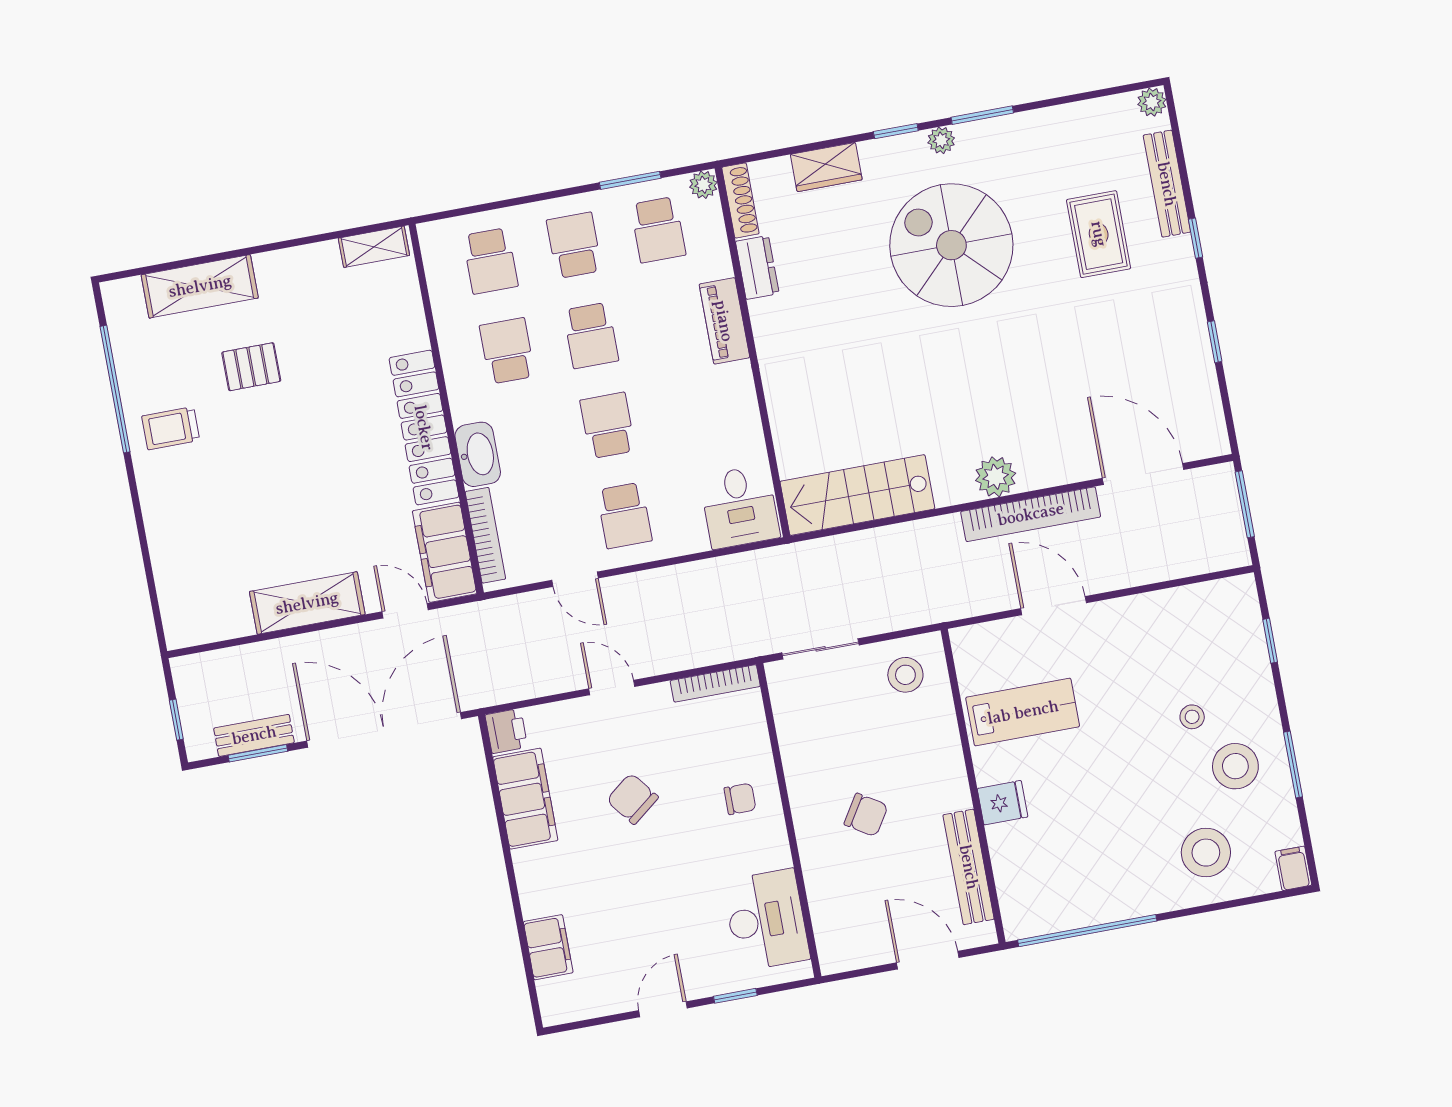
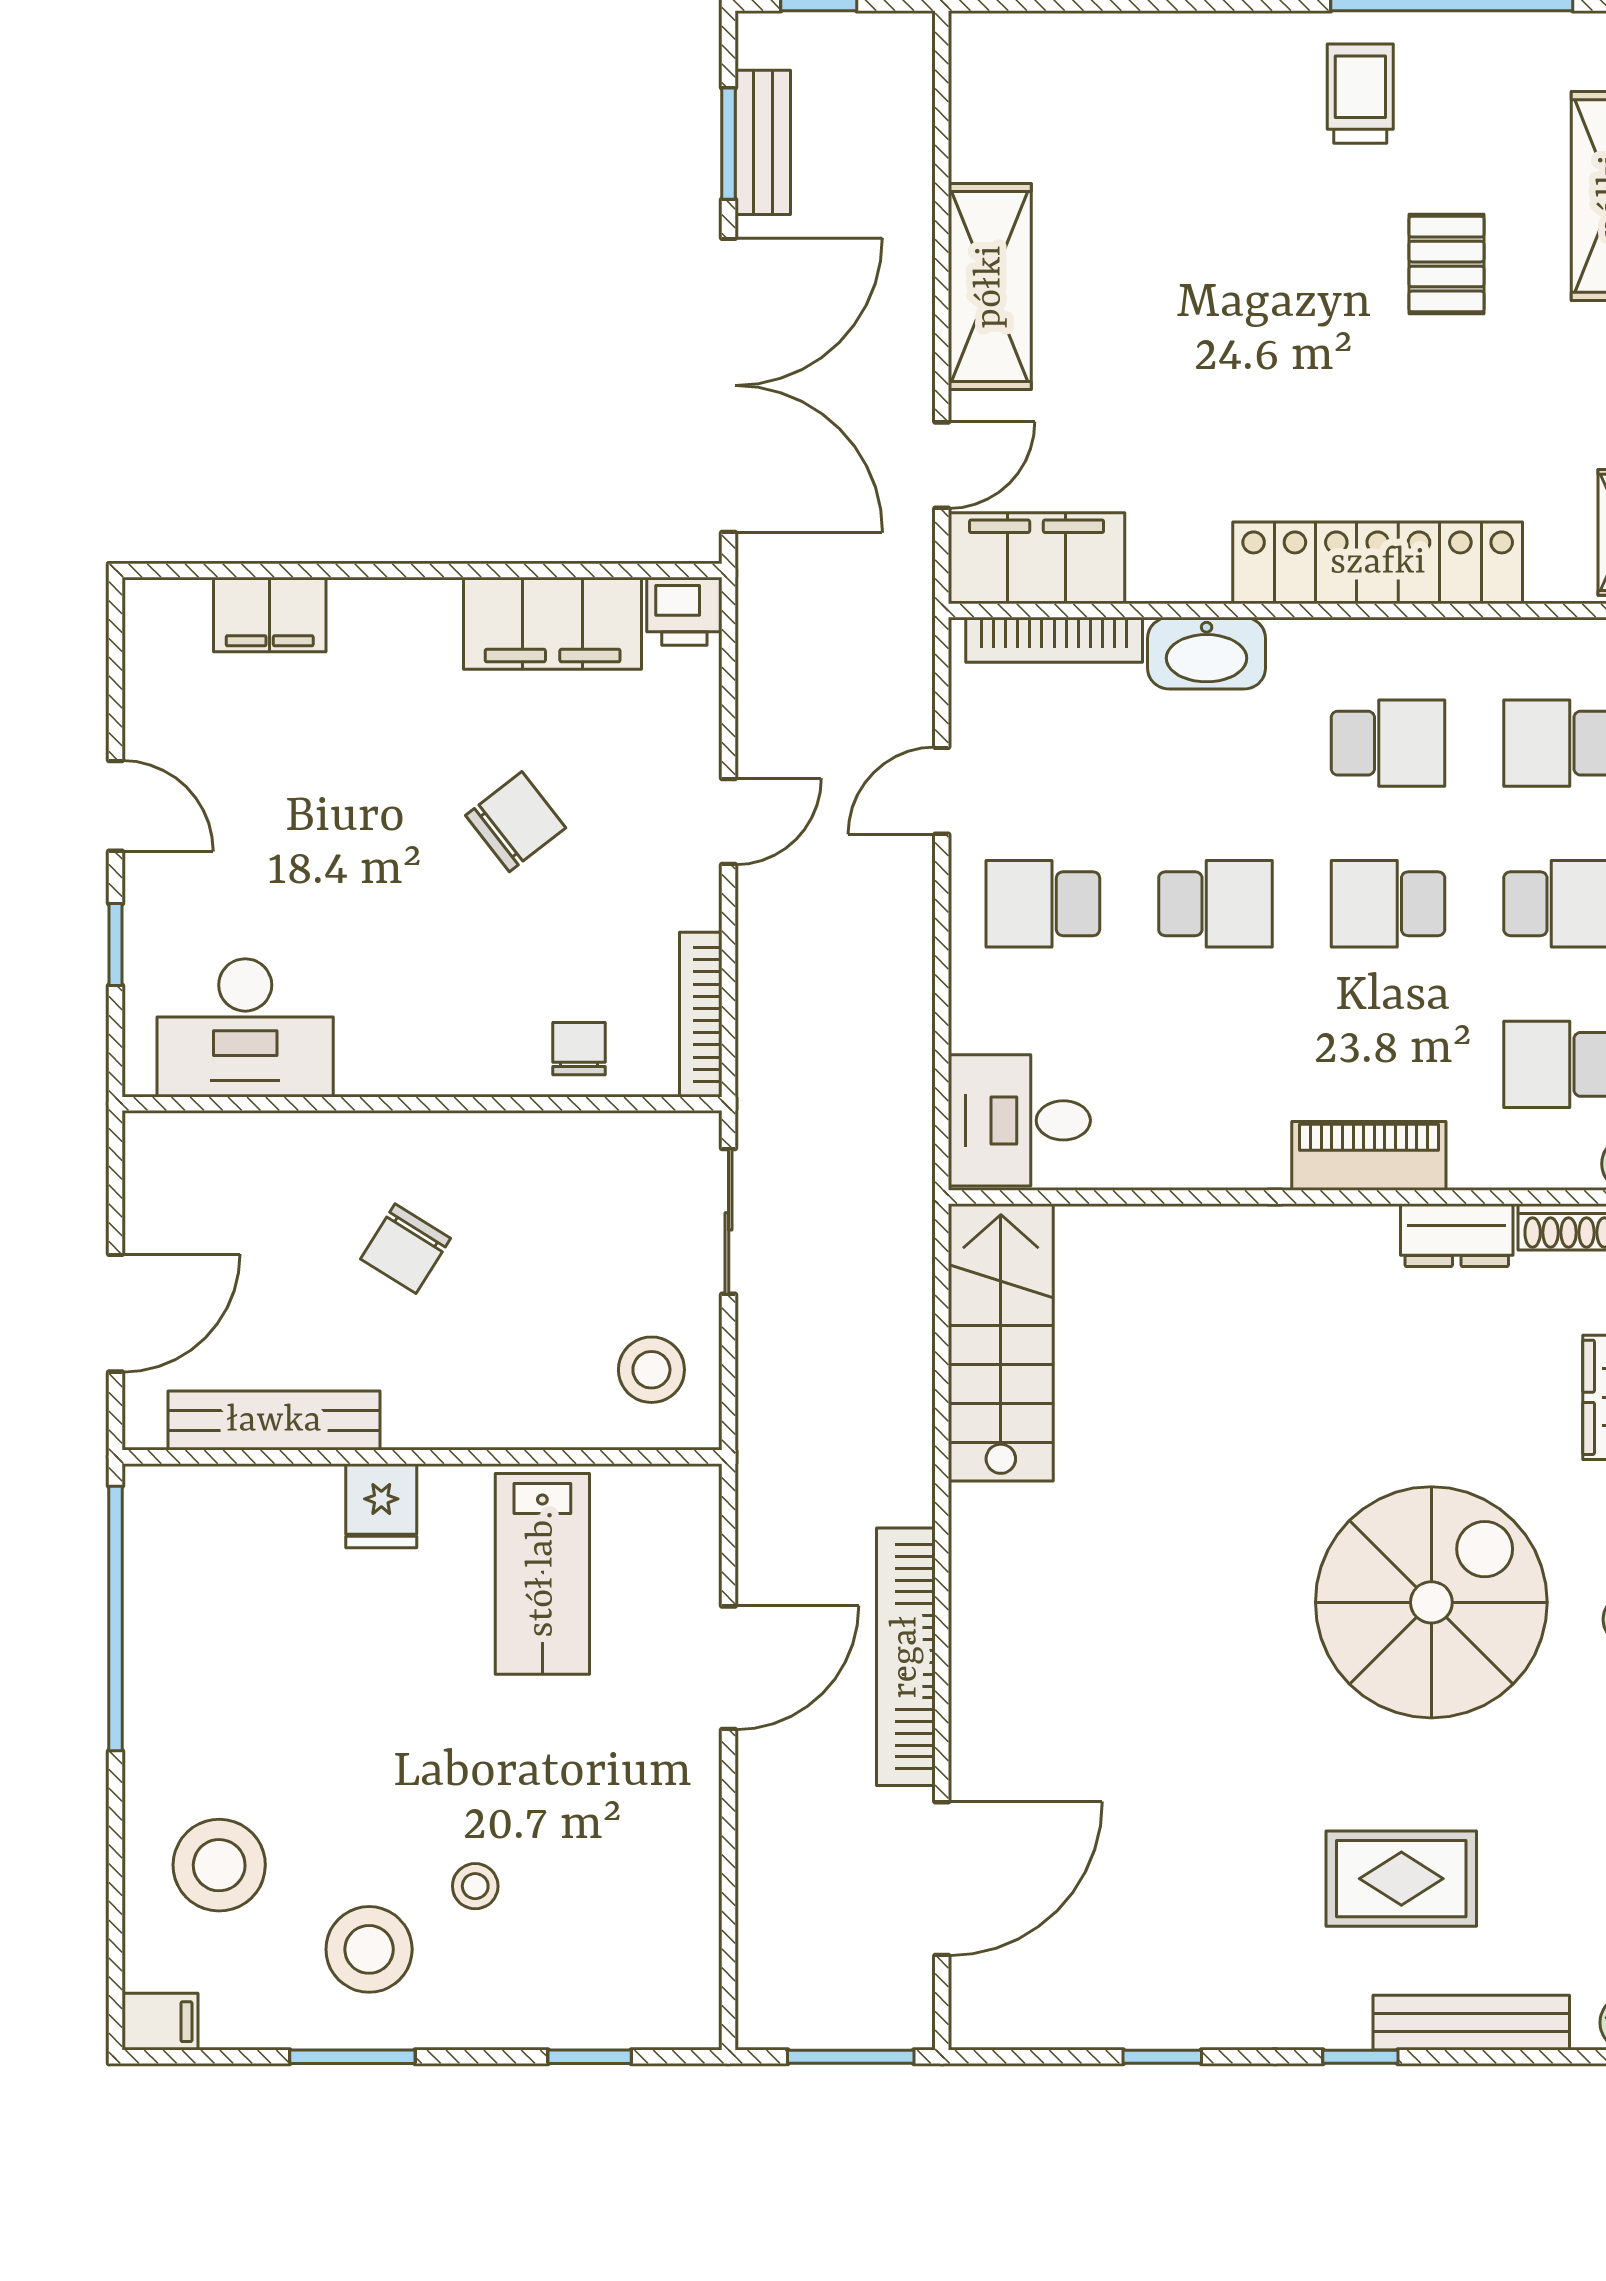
locker: (424, 428) -> (1378, 563), moved
plant: (996, 477) -> (987, 1605), removed
chair: (740, 799) -> (579, 1049), moved, turned 180

